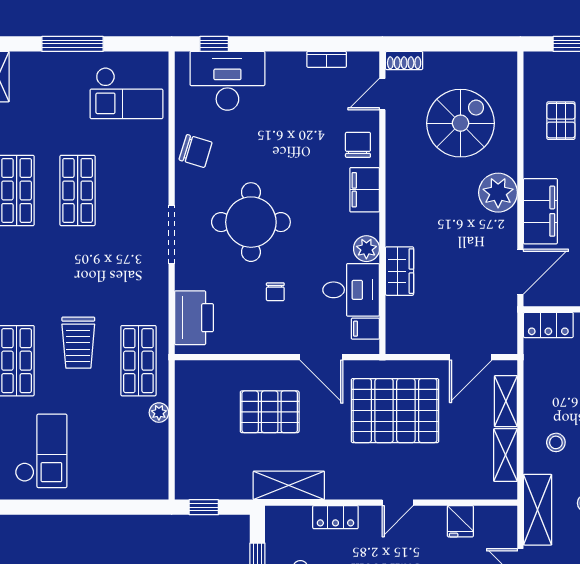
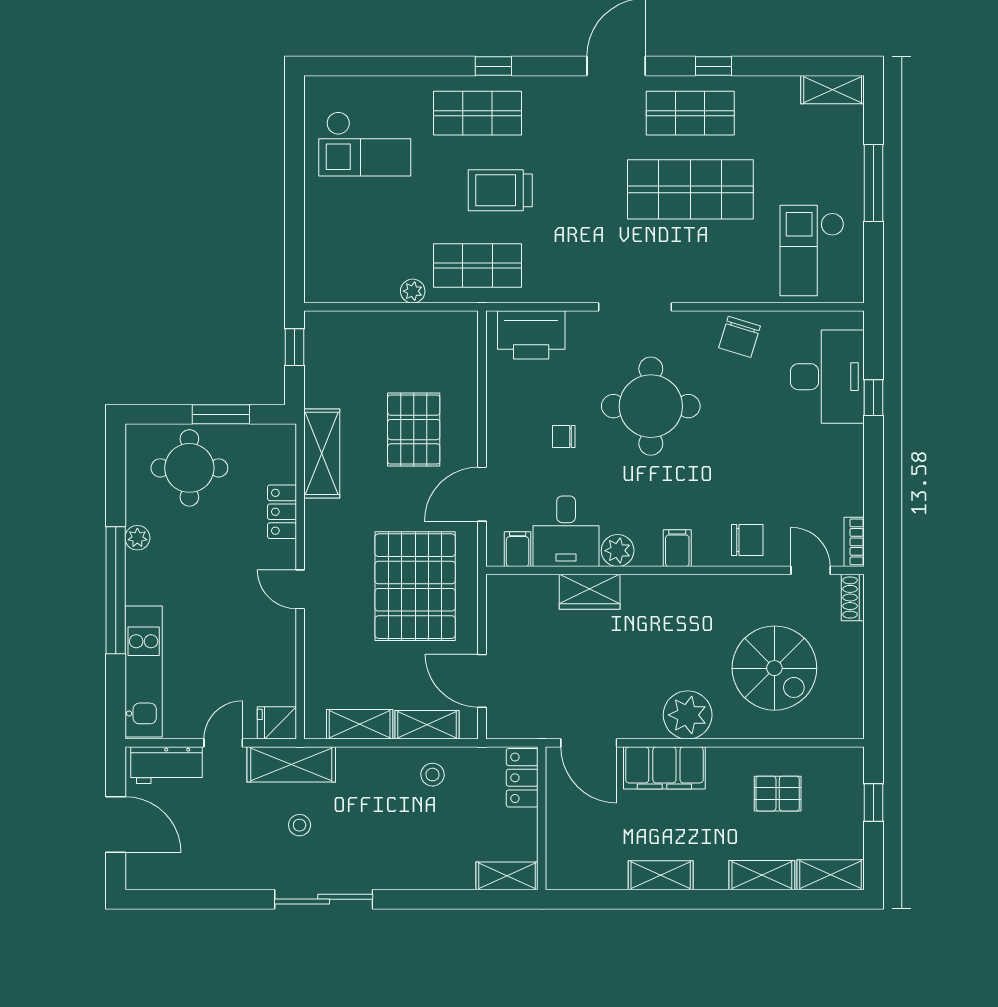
window: (214, 44) -> (873, 398), moved
bookcase: (327, 59) -> (854, 542), moved
shop shelf: (78, 190) -> (690, 189), width x1.43, depth x1.36
filing cabinet: (365, 190) -> (677, 548), width x0.50
stool: (556, 442) -> (433, 775), moved
fridge: (460, 521) -> (277, 723), moved

